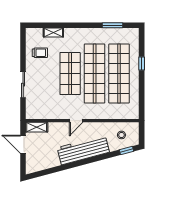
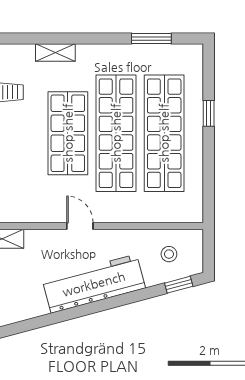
shelving: (53, 33) -> (55, 53), moved
door: (76, 121) -> (80, 226), swing flipped

